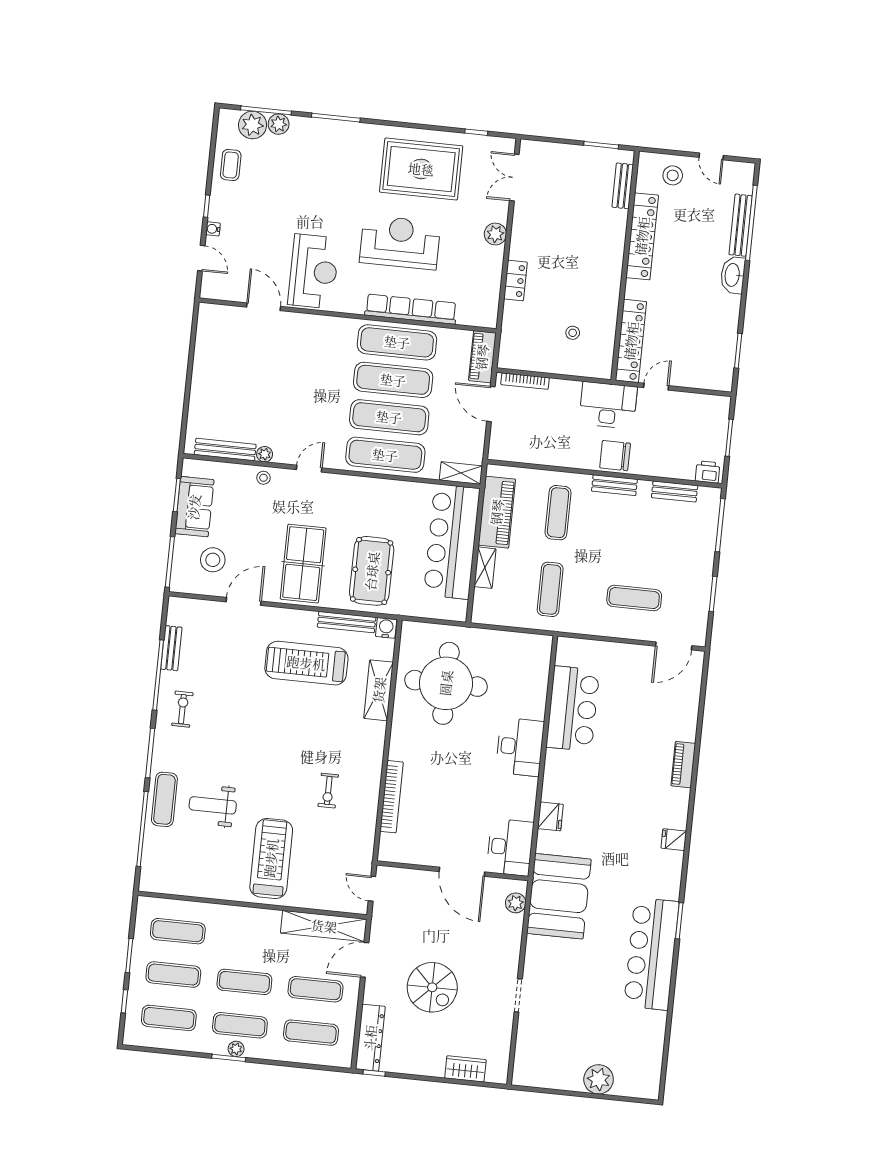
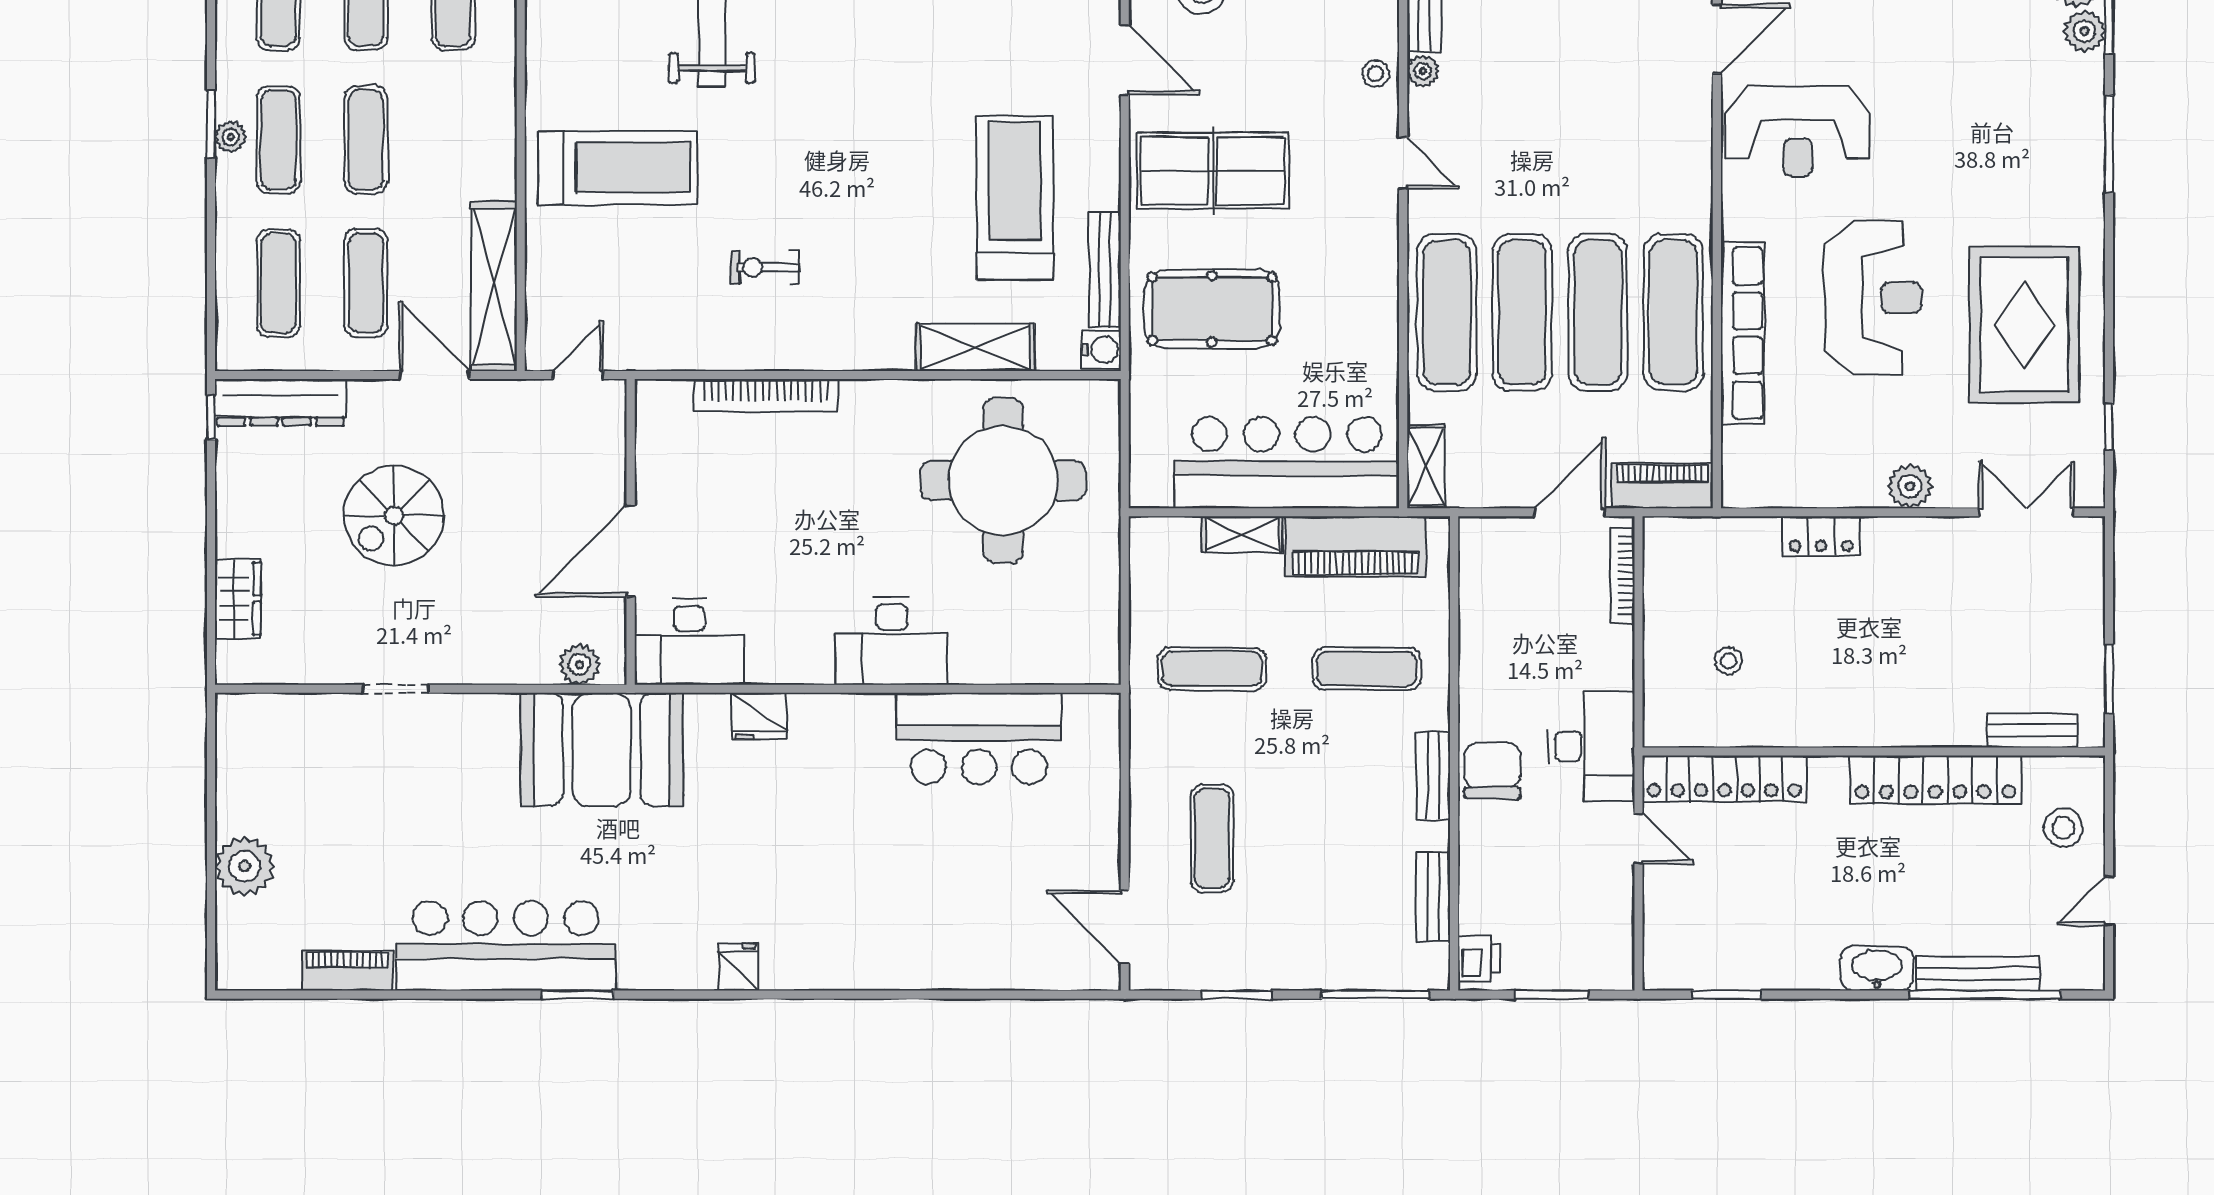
piano: (683, 765) -> (347, 971), moved

